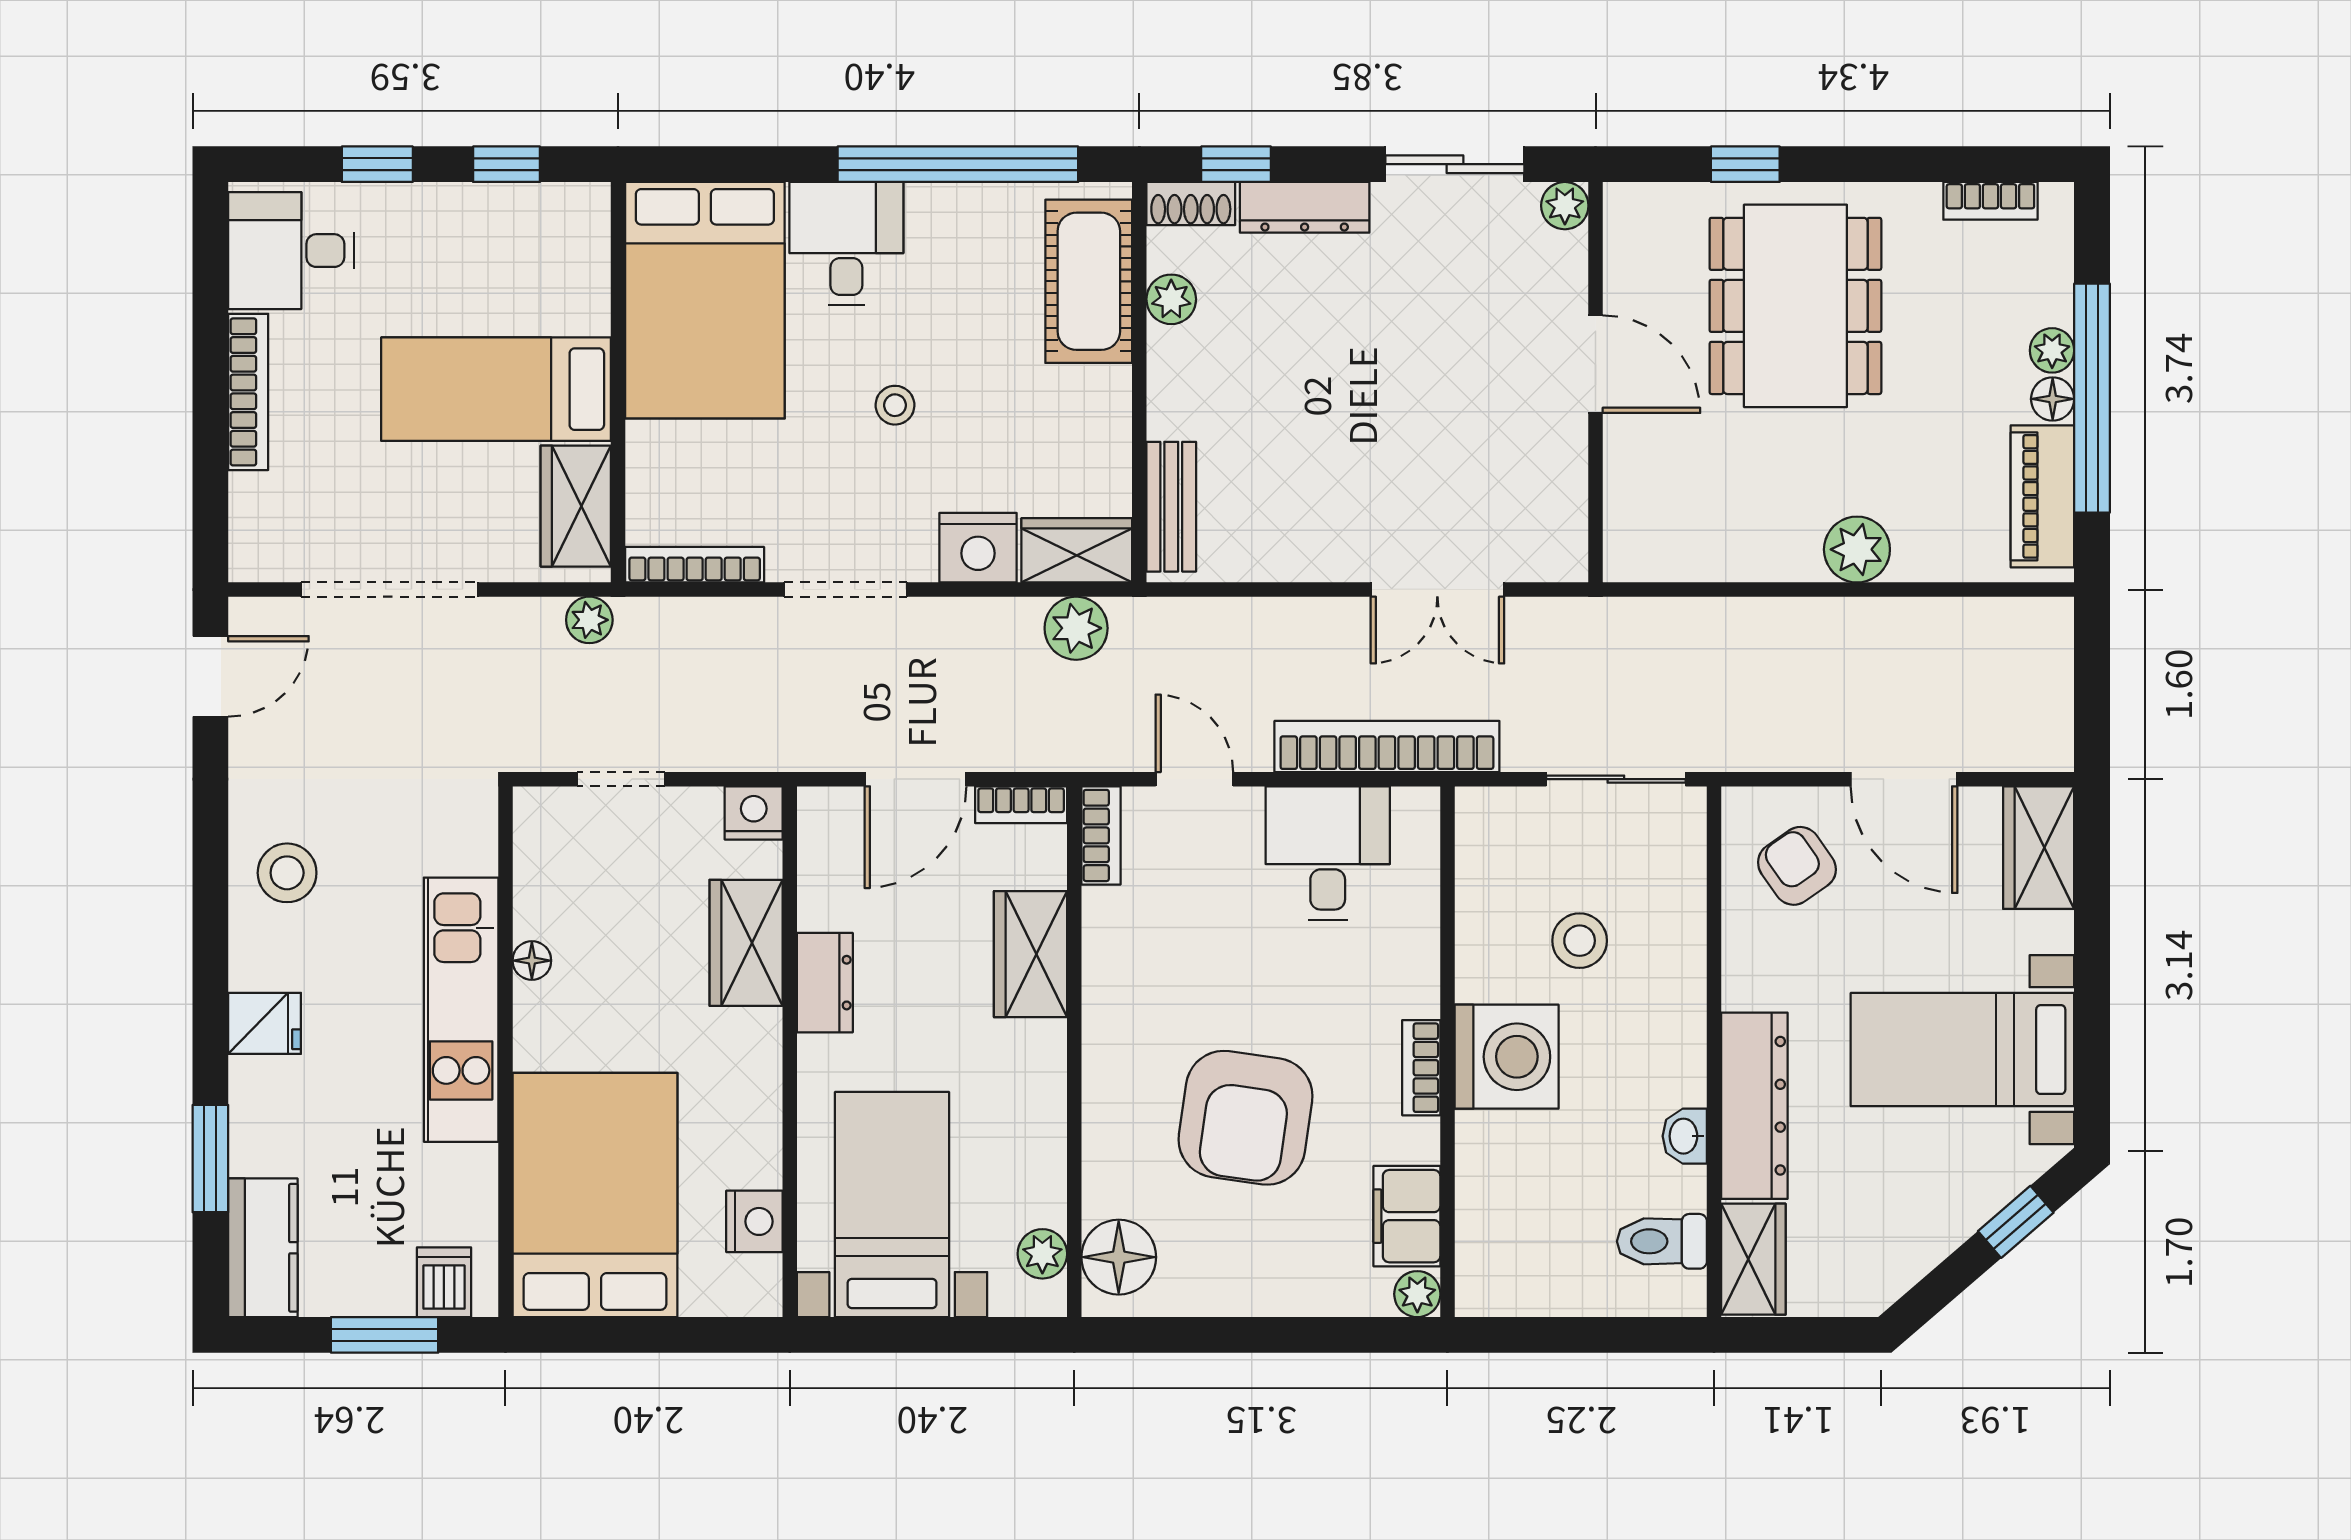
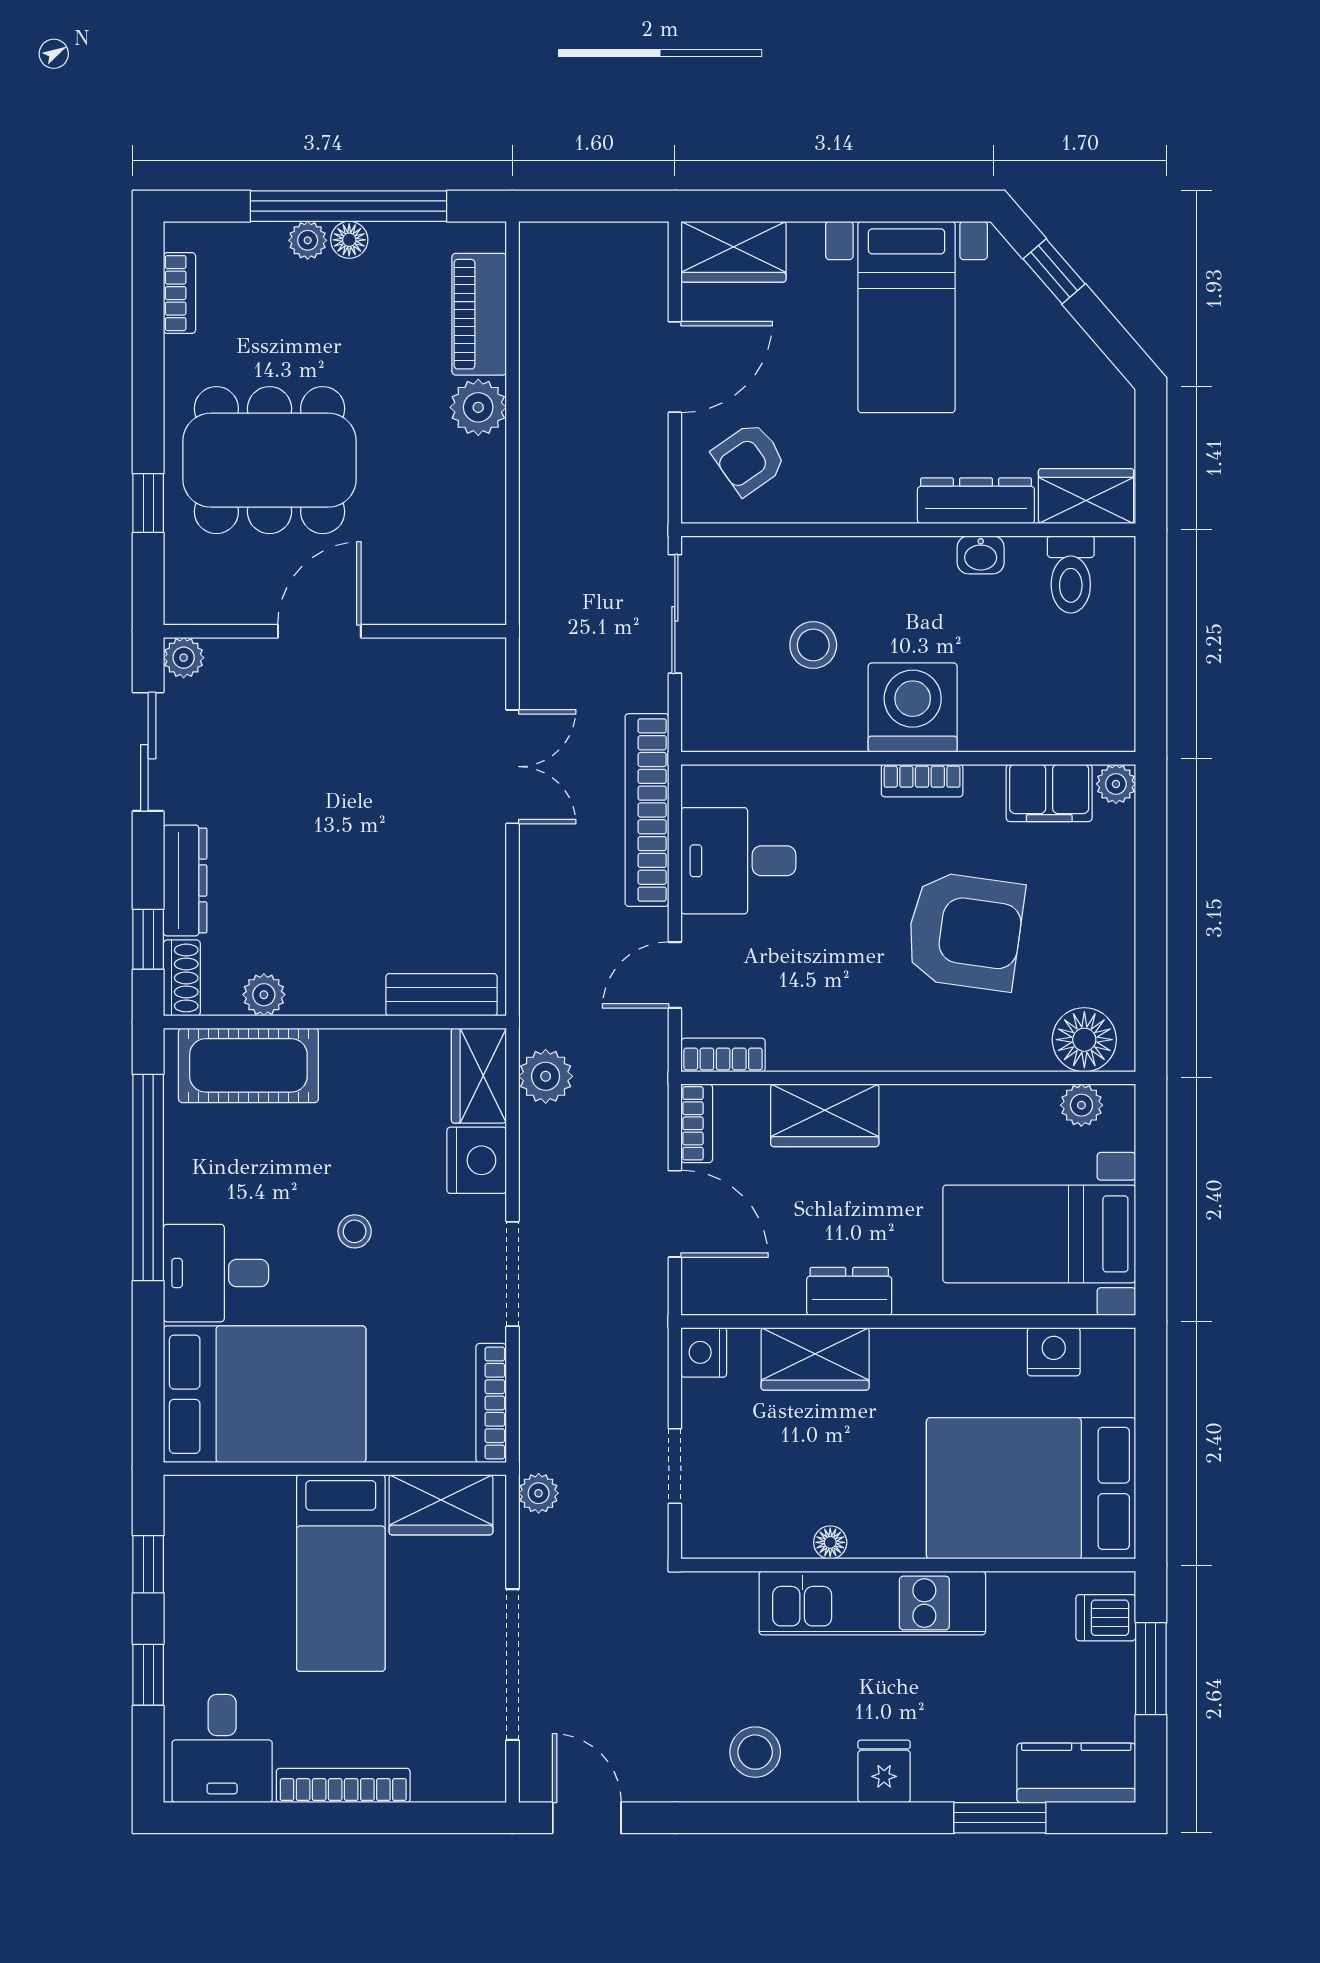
piano: (2042, 496) -> (479, 314), moved, turned 90
dresser: (1754, 1106) -> (976, 501), width x0.73, depth x0.80

